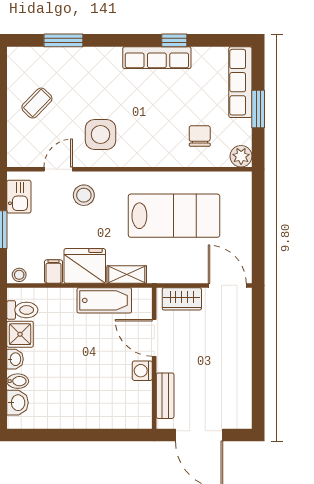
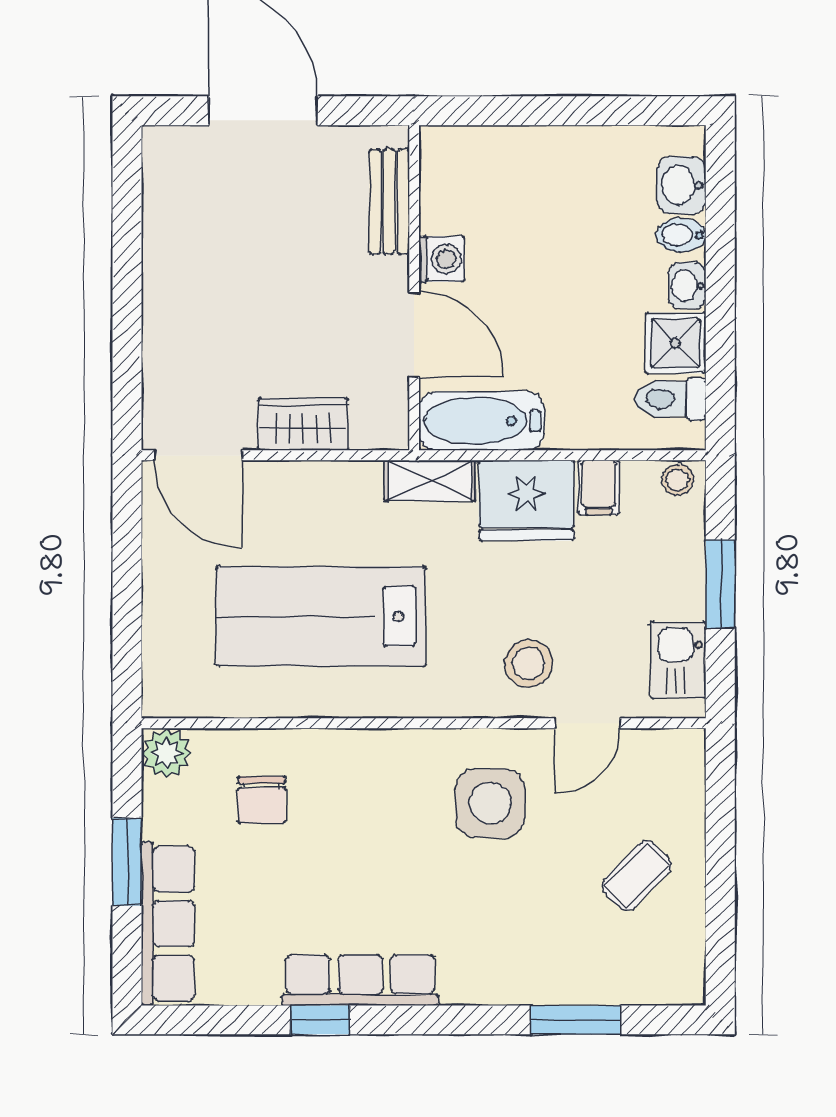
door: (154, 338) -> (414, 335), moved
wall: (154, 358) -> (414, 288), moved
washing machine: (142, 371) -> (442, 259), moved
bench: (165, 396) -> (389, 201), moved

